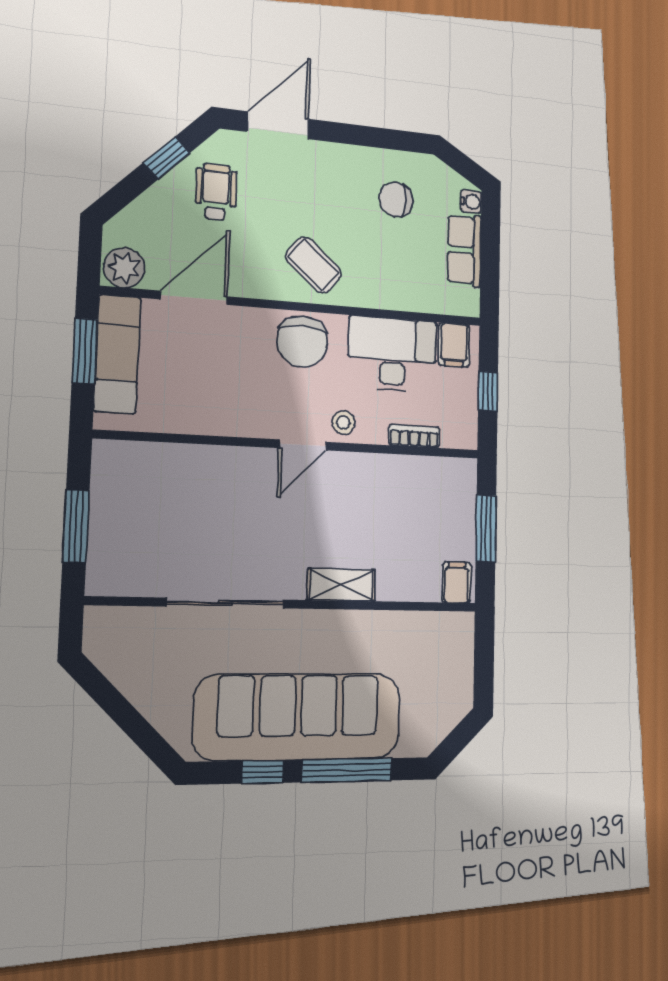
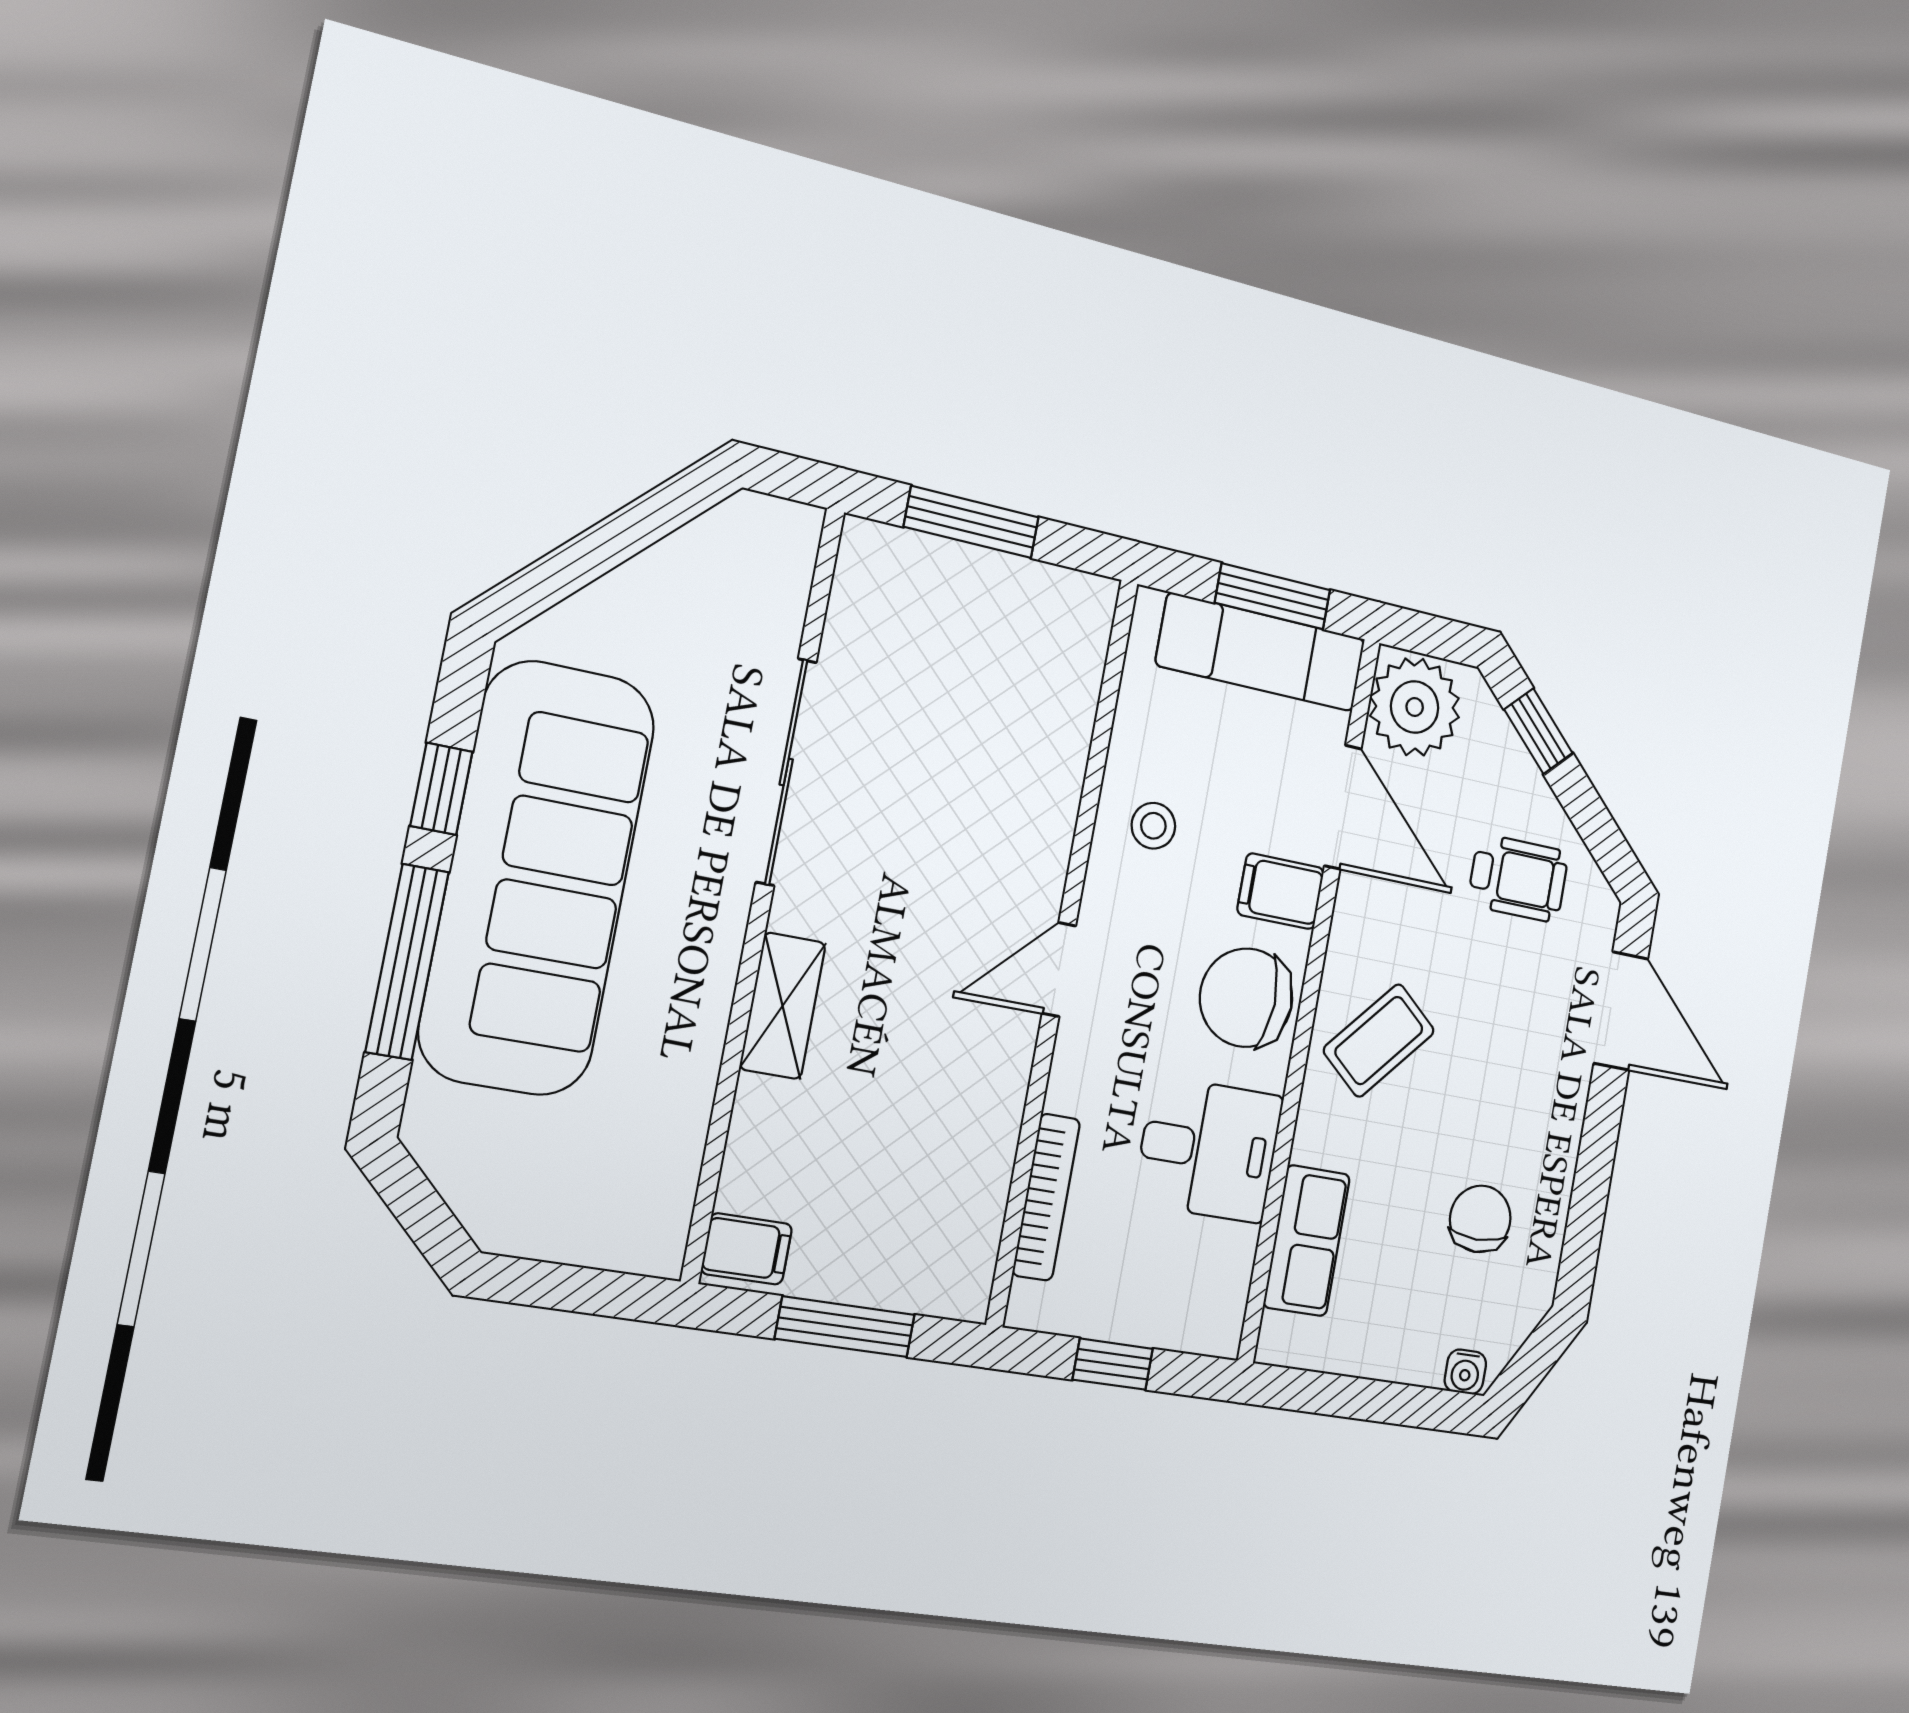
window: (167, 158) -> (1538, 731), moved
row of seats: (464, 250) -> (1307, 1241), moved, turned 90
plant: (124, 268) -> (1415, 707), width x1.36, depth x1.36
filing cabinet: (454, 345) -> (1281, 891), moved
desk: (392, 354) -> (1208, 1150), width x0.73
stool: (343, 423) -> (1153, 826), moved
bookcase: (414, 436) -> (1046, 1197), width x1.56
door: (303, 445) -> (1059, 970), hinge flipped

